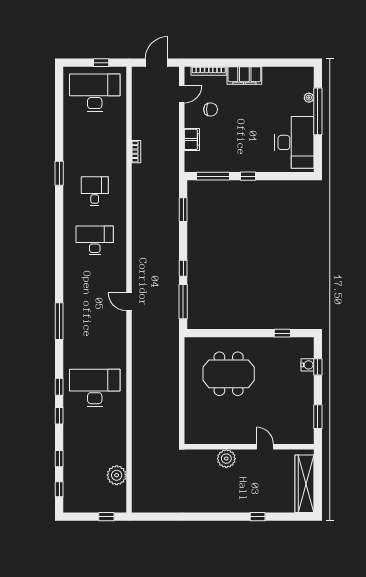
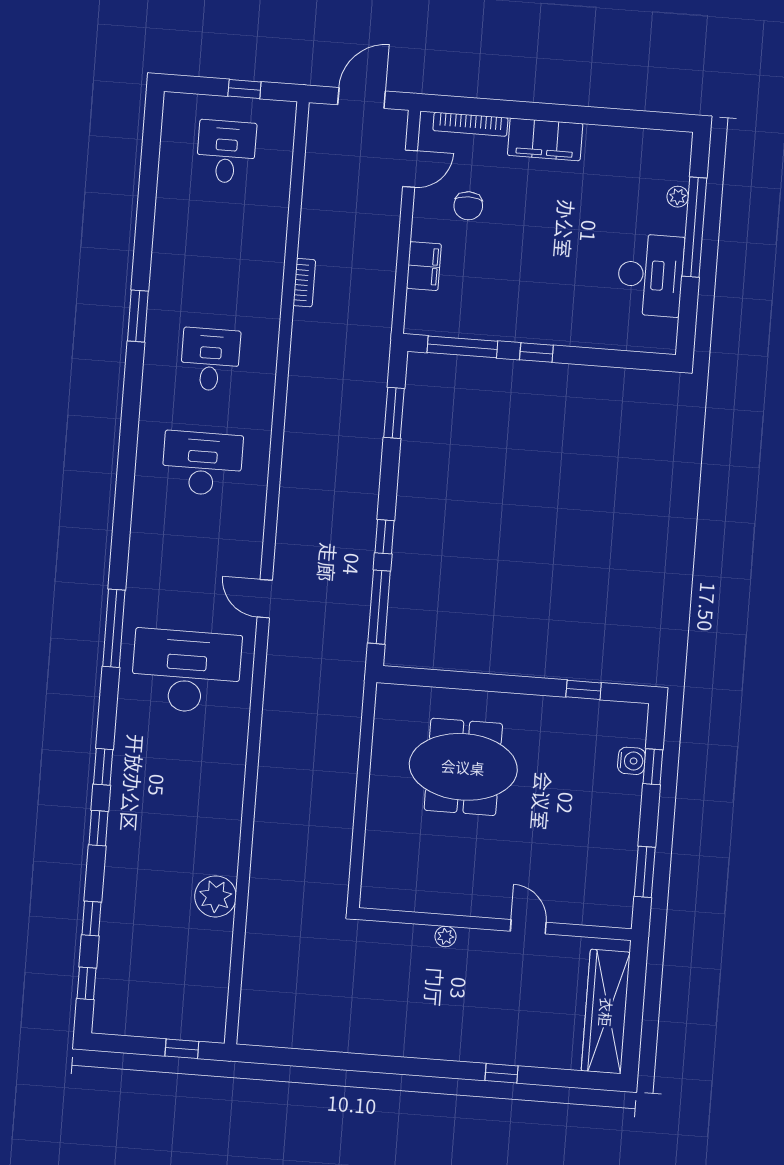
desk: (95, 93) -> (226, 152), width x0.53, depth x0.77
chair: (211, 109) -> (468, 206), turned 90
desk: (294, 142) -> (650, 275), width x0.73, depth x0.77
desk: (95, 388) -> (186, 671), moved
plant: (226, 459) -> (445, 936), width x0.53, depth x0.53
plant: (117, 475) -> (215, 896), moved

